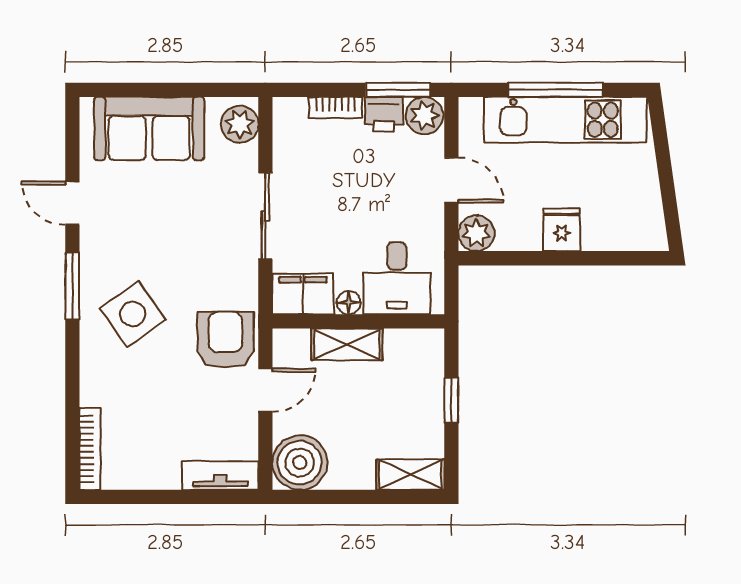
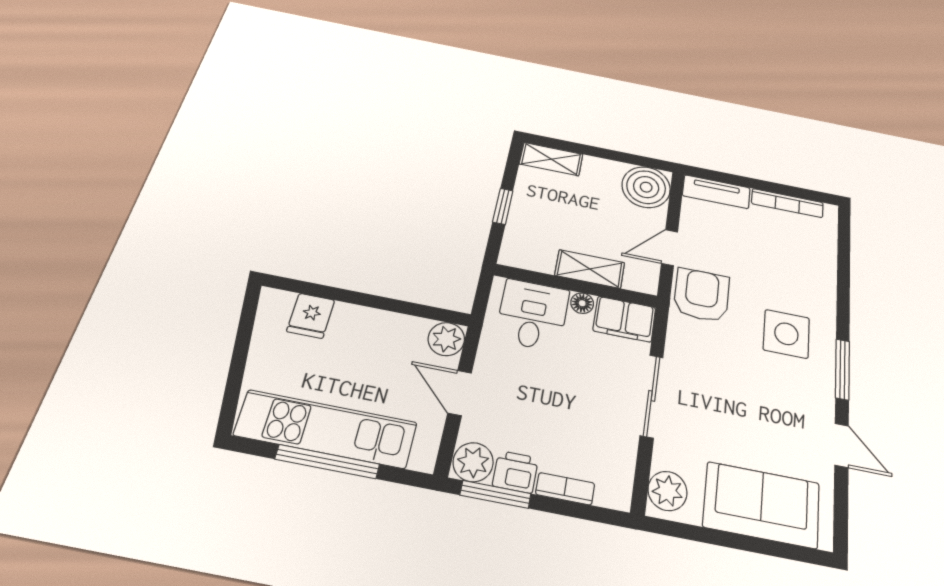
fridge: (562, 230) -> (311, 316), moved
side table: (133, 314) -> (786, 334), turned 35
armchair: (225, 340) -> (702, 295), turned 180
bookcase: (90, 449) -> (787, 203), moved, turned -90

